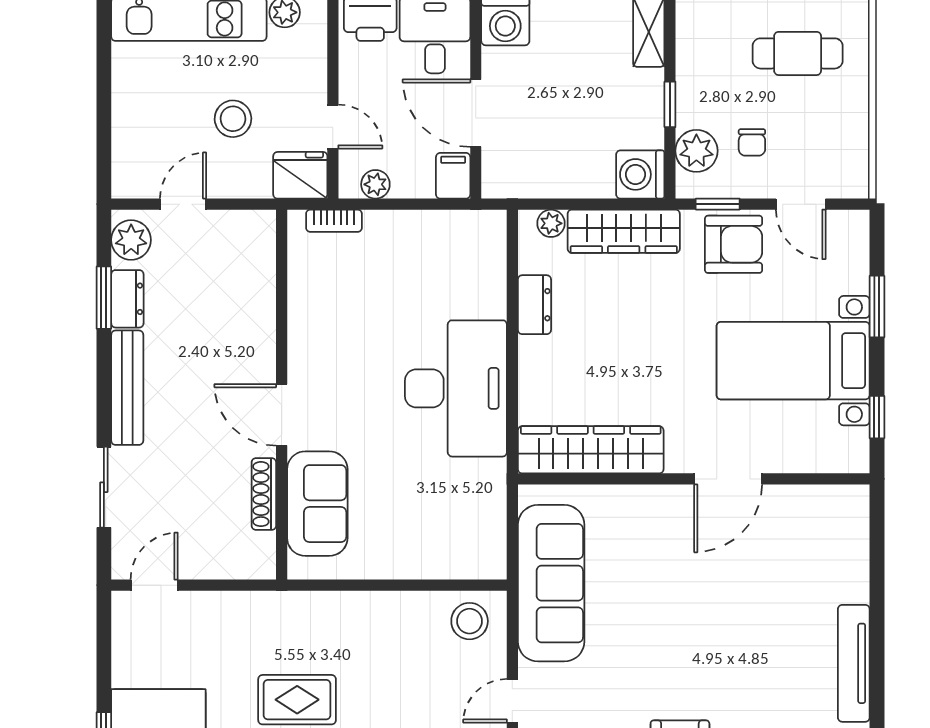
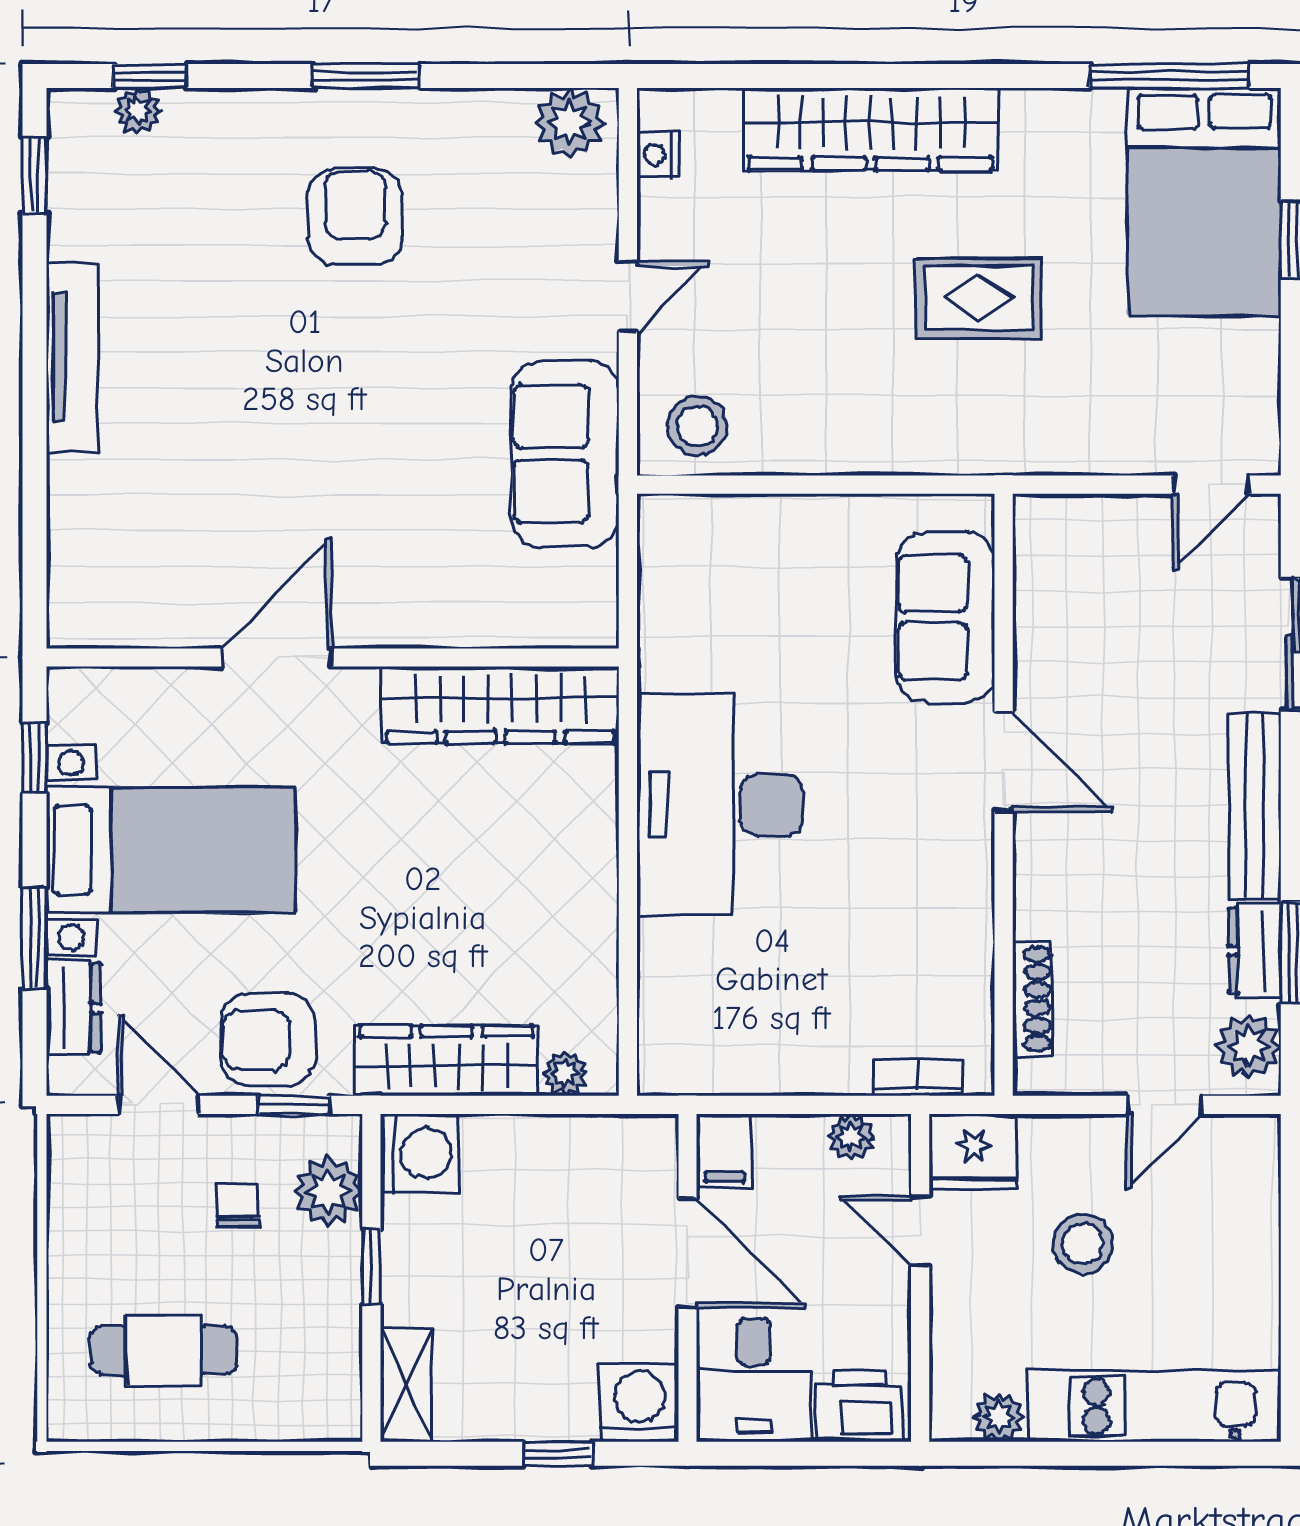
dresser: (534, 305) -> (73, 1008), moved, turned 180
shoe rack: (264, 494) -> (1032, 999), moved
sofa: (551, 583) -> (565, 454), width x0.73

